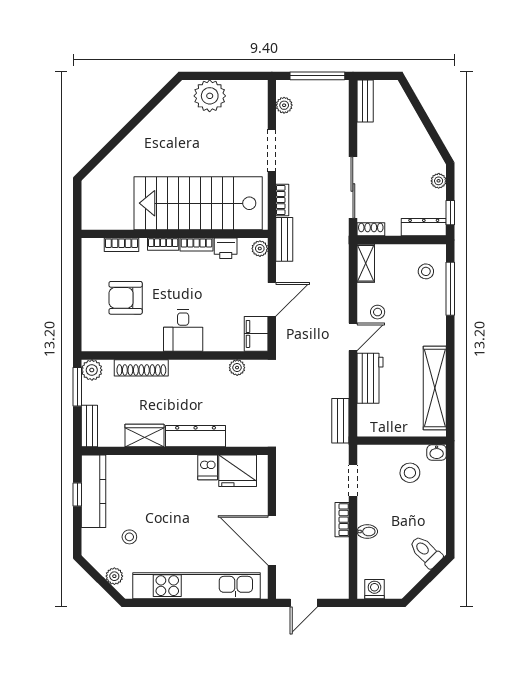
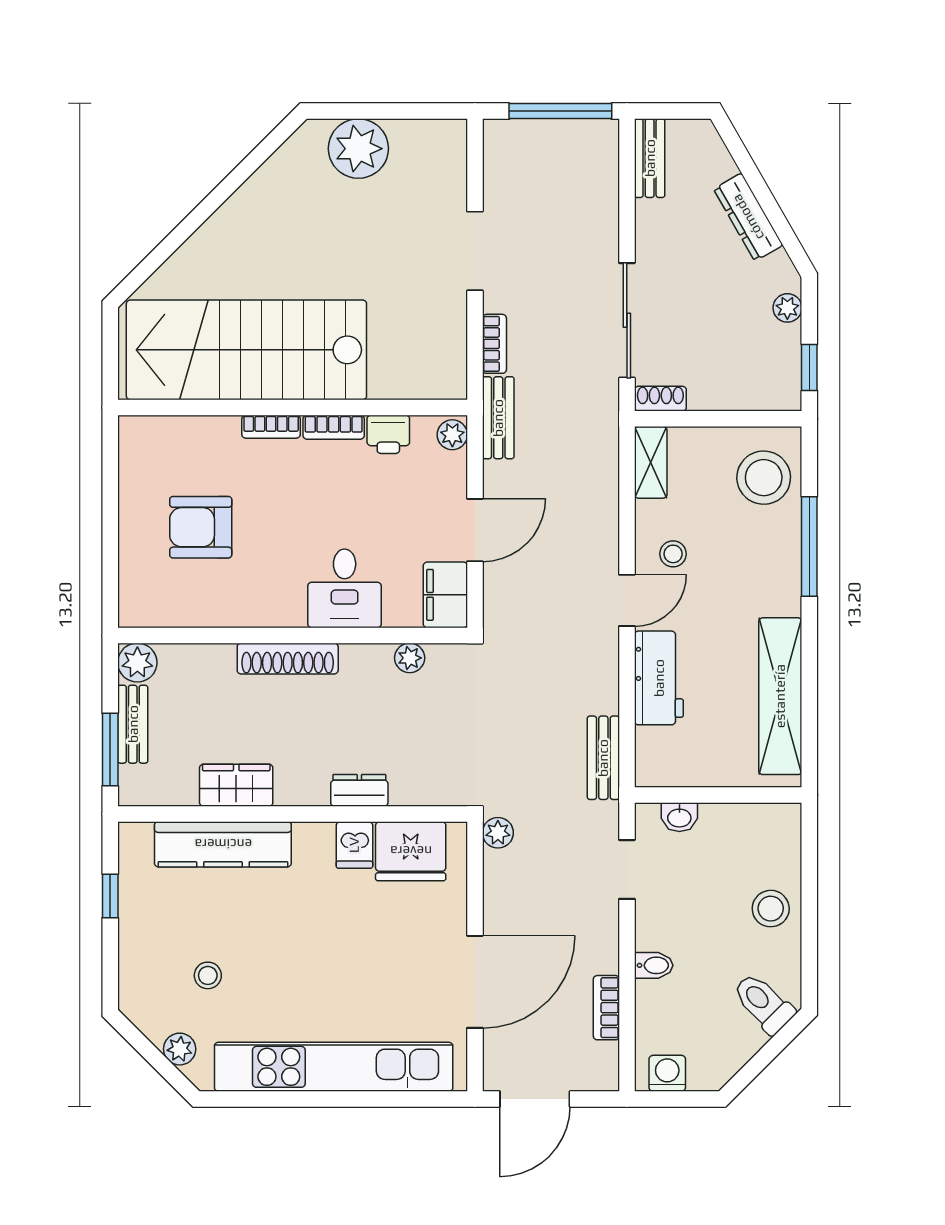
plant: (284, 105) -> (498, 833), moved
stairs: (198, 203) -> (246, 350), moved
dresser: (424, 227) -> (748, 217), moved, turned -120
bookcase: (122, 245) -> (193, 428), removed
stool: (426, 271) -> (764, 478), width x1.89, depth x1.89
window: (450, 289) -> (809, 546), moved
desk: (183, 330) -> (345, 588), moved
shoe rack: (141, 368) -> (288, 659), moved
window: (77, 387) -> (110, 750), moved
bench: (89, 426) -> (133, 724), moved
dresser: (196, 436) -> (359, 790), width x0.51, depth x0.80
washbasin: (437, 452) -> (679, 817), moved
stool: (410, 473) -> (771, 909), moved
kitchen counter: (93, 491) -> (223, 844), moved, turned 90
bookcase: (342, 520) -> (606, 1008), moved
door: (272, 540) -> (475, 982), swing flipped
door: (304, 603) -> (535, 1099), width x1.38

